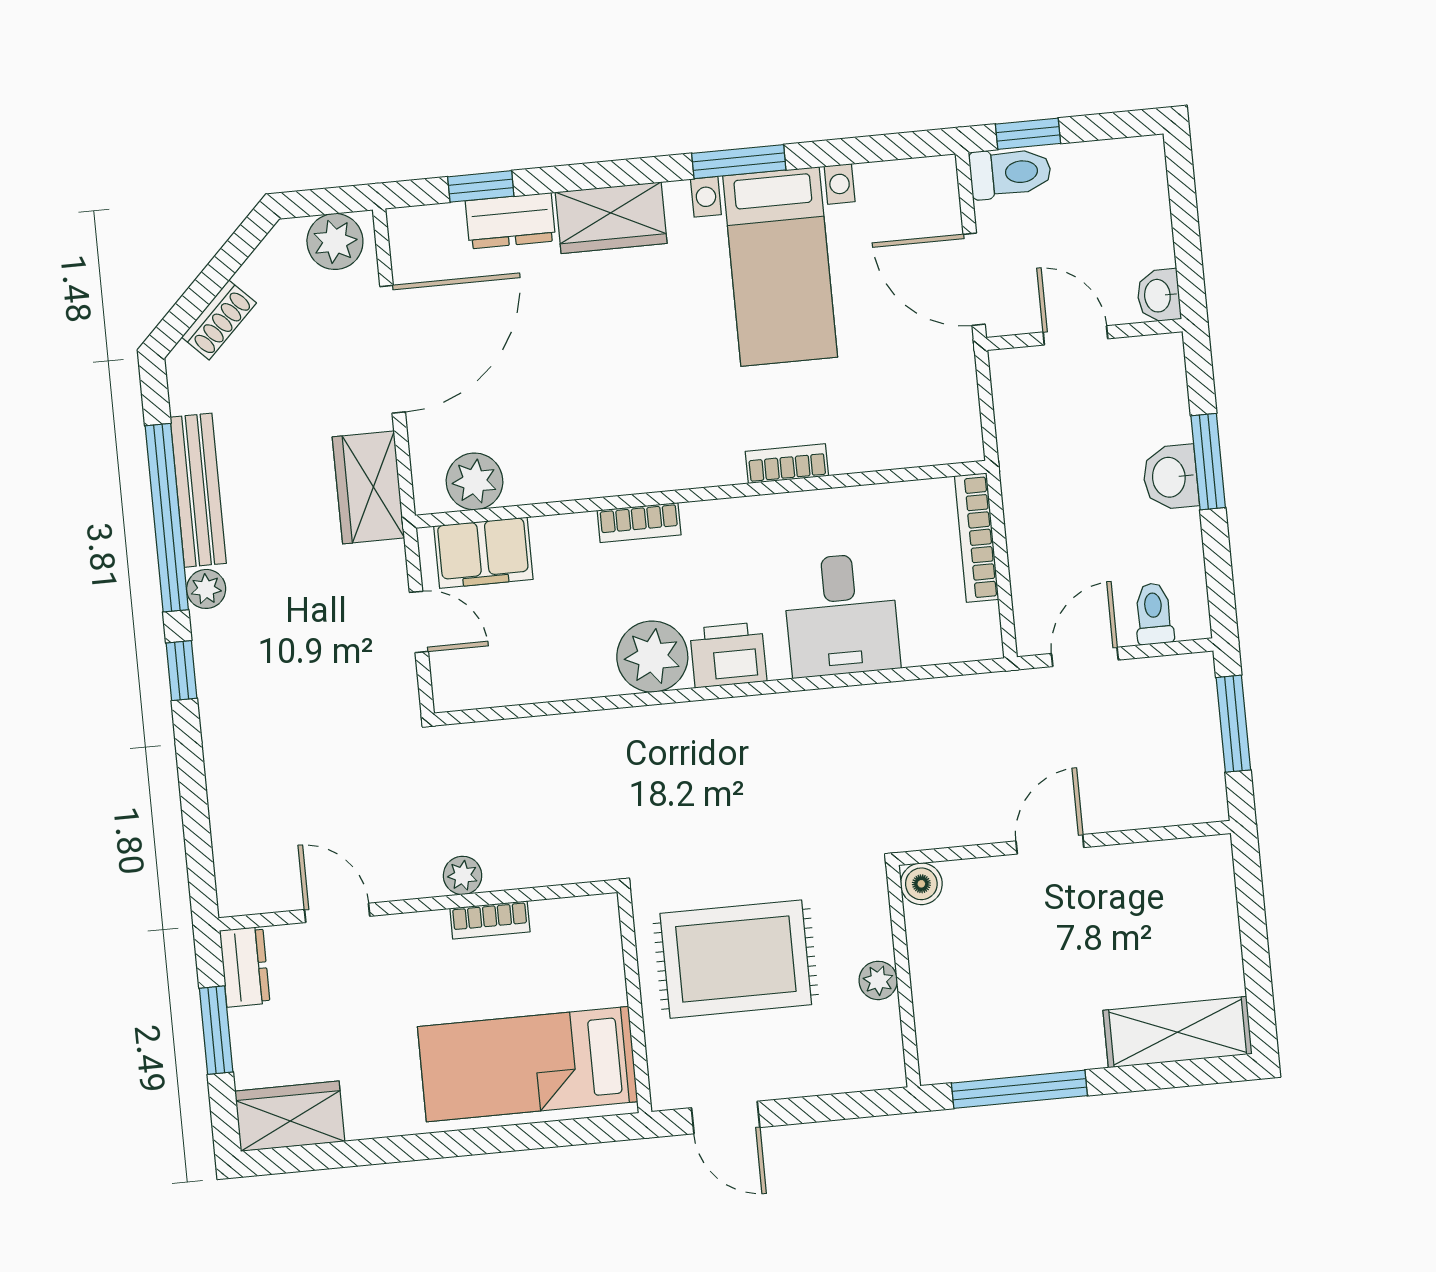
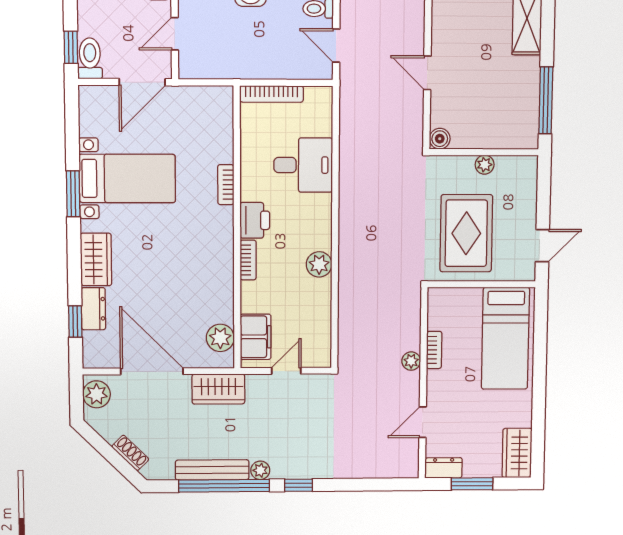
printer: (728, 655) -> (255, 220), moved, turned 180
plant: (652, 657) -> (319, 264), width x0.73, depth x0.73

